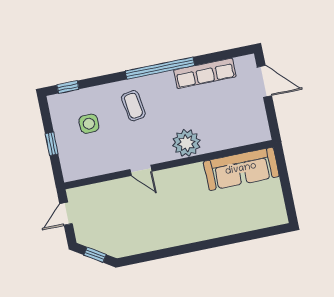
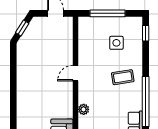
plant: (186, 143) -> (84, 109), width x0.53, depth x0.53
window: (52, 144) -> (107, 13), width x2.17

